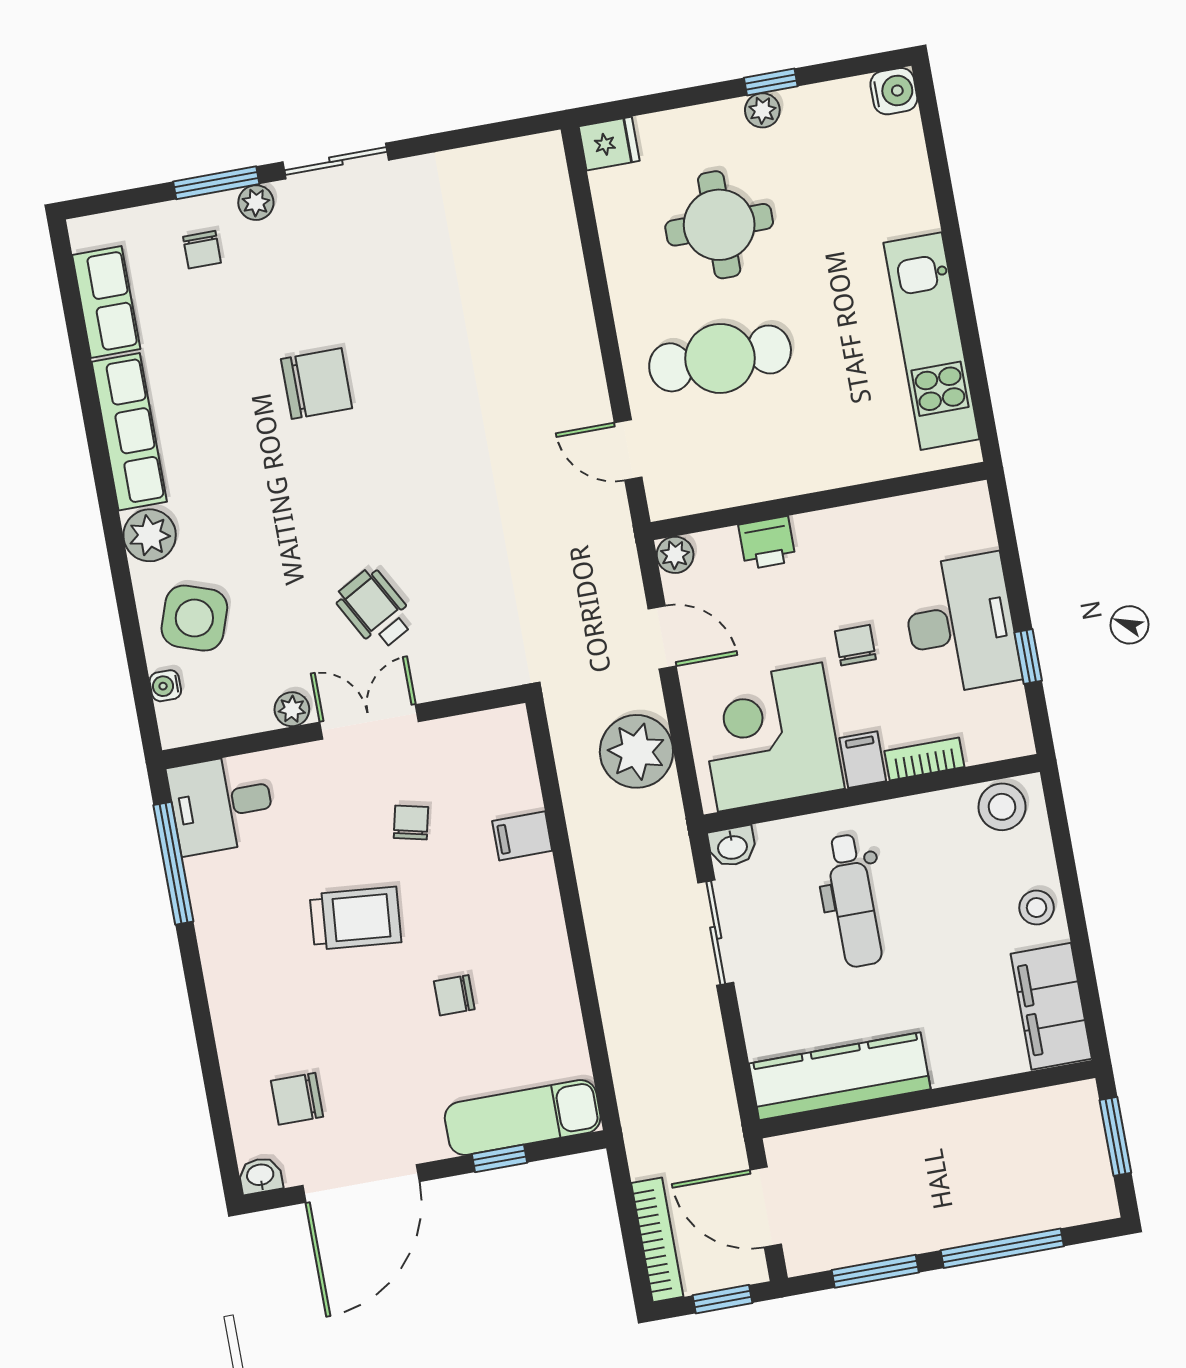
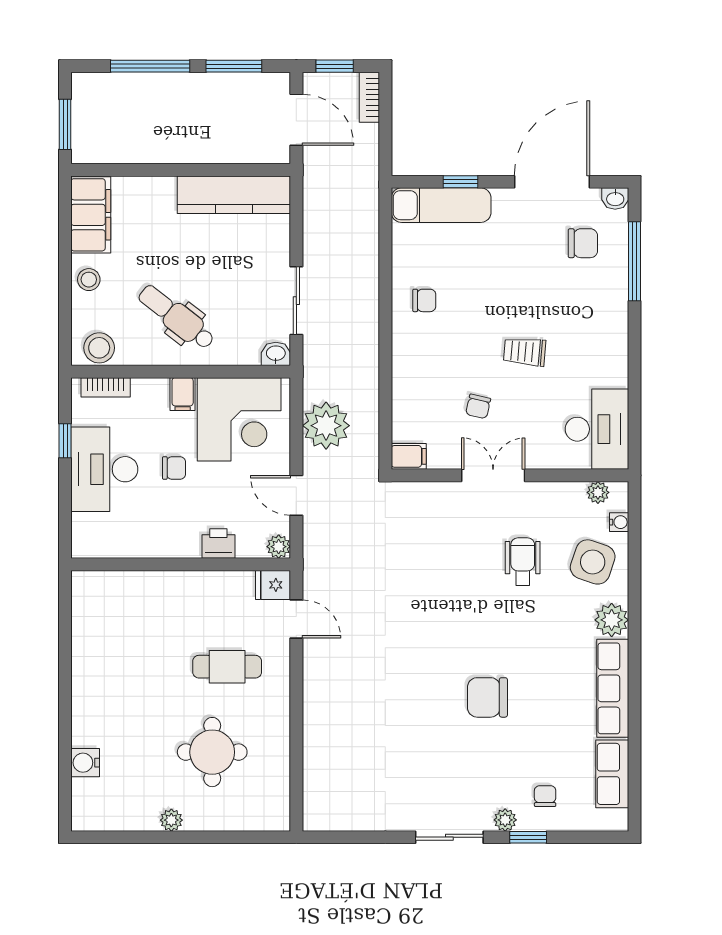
window: (771, 82) -> (163, 837), removed
water cooler: (894, 91) -> (85, 763), moved
fridge: (609, 144) -> (273, 585), moved
window: (216, 183) -> (528, 837), width x0.67
kitchen unit: (931, 341) -> (90, 653), removed
cafe table: (720, 358) -> (227, 667), width x0.73, depth x0.74
wheelchair: (375, 609) -> (523, 562), moved, turned -151
chair: (855, 645) -> (174, 468), turned -90
plant: (292, 709) -> (598, 492), moved
double door: (369, 722) -> (493, 475), swing flipped
bookcase: (924, 759) -> (106, 387), moved
desk: (221, 804) -> (597, 429), width x1.37
filing cabinet: (522, 836) -> (409, 456), moved
window: (173, 863) -> (634, 261), moved
dental chair: (853, 901) -> (177, 317), moved, turned -52
trolley: (355, 918) -> (525, 352), width x0.73, depth x0.72
chair: (454, 995) -> (424, 300), moved
bookcase: (657, 1240) -> (369, 97), width x0.64

